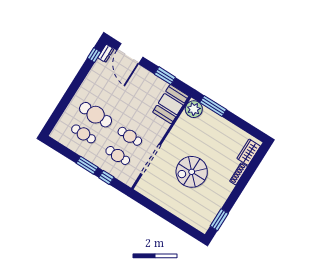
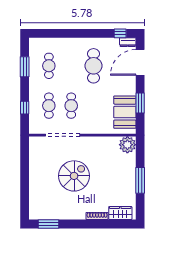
booth: (171, 104) -> (125, 112), moved, turned 90
window: (213, 106) -> (140, 180), moved
cafe table: (96, 115) -> (94, 66), moved
window: (87, 165) -> (25, 67), moved
spiral stairs: (192, 172) -> (74, 176), turned 90

